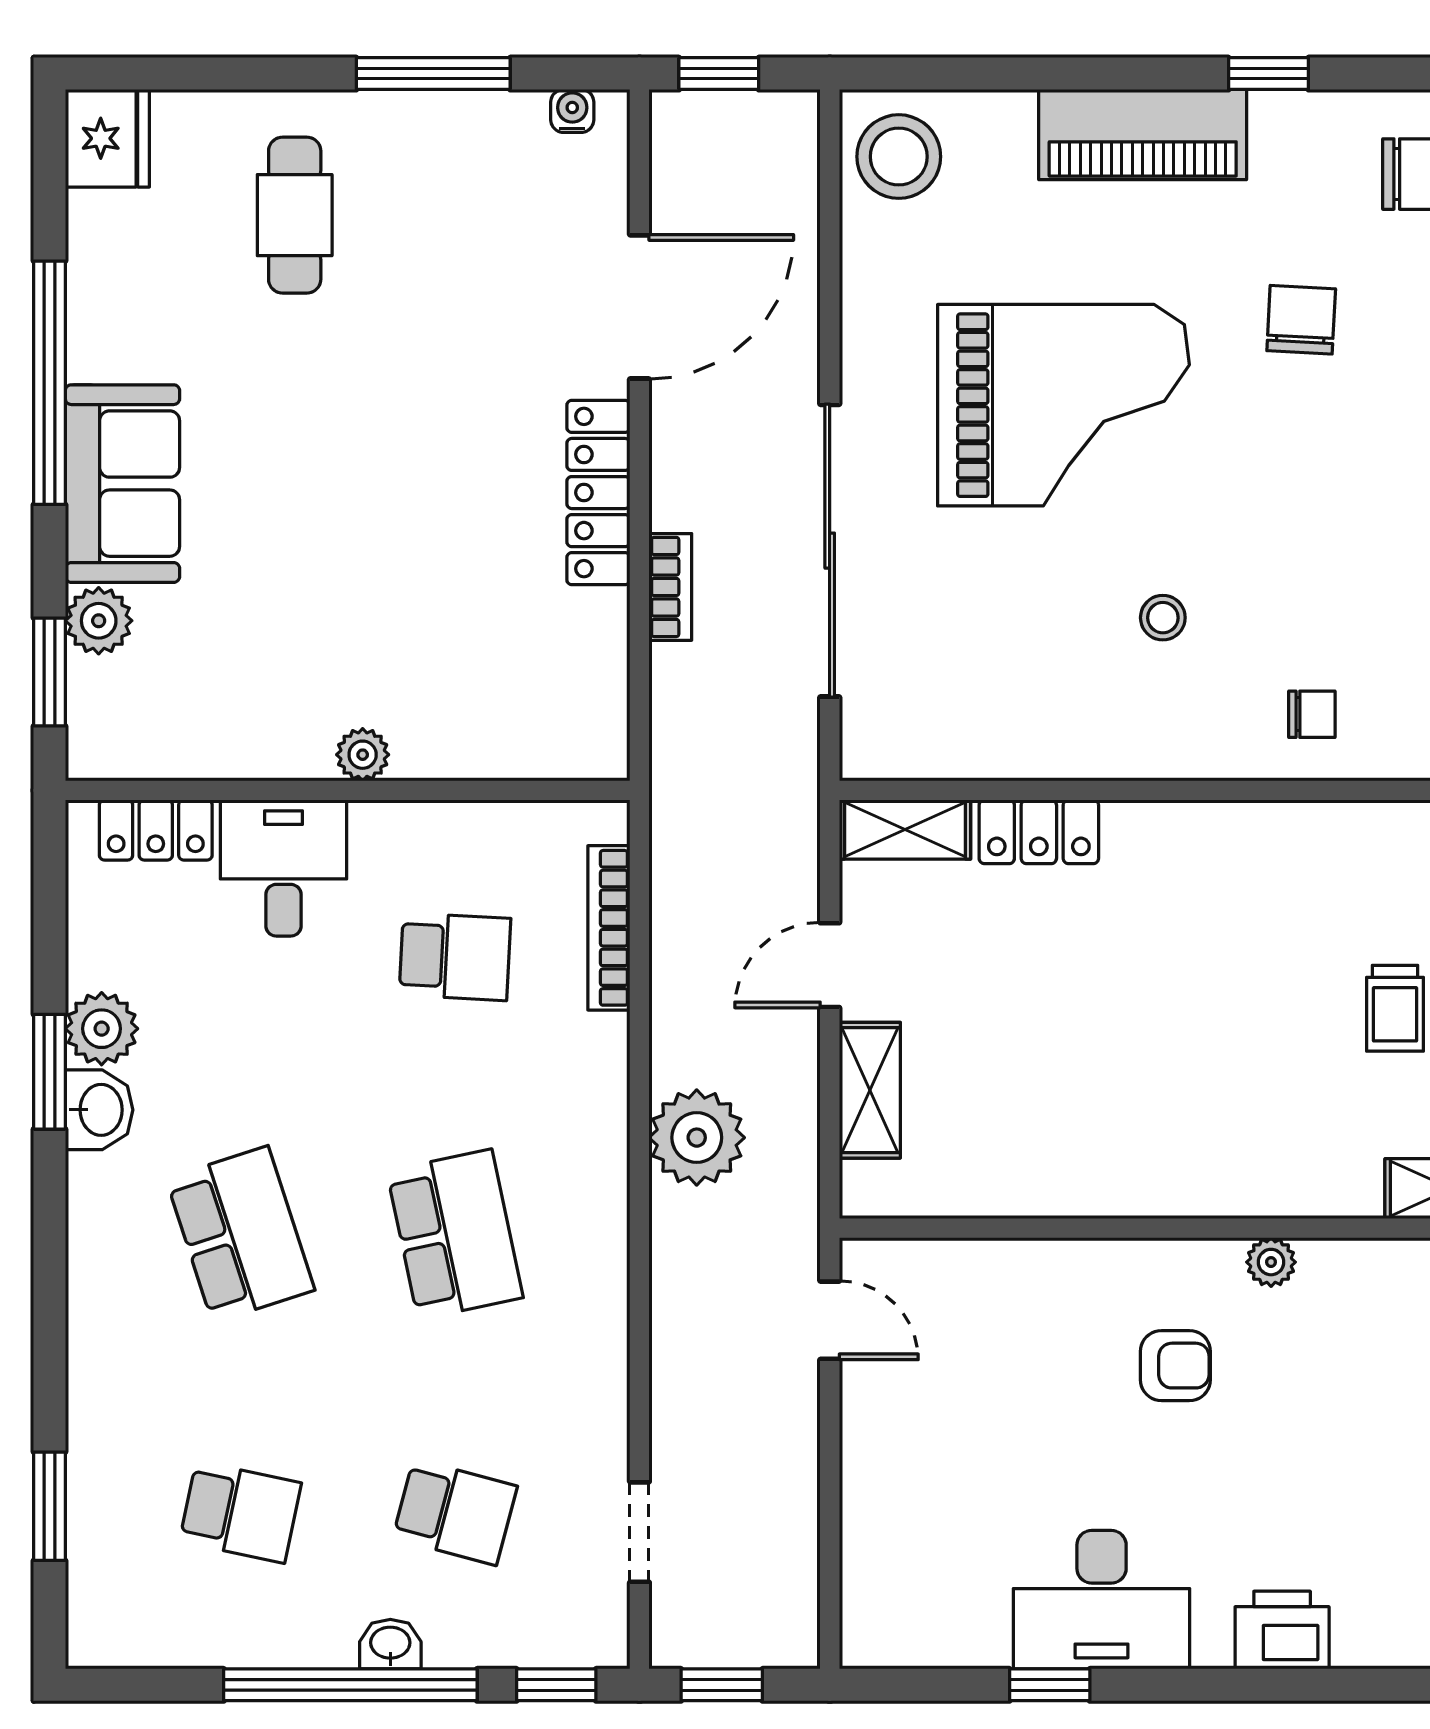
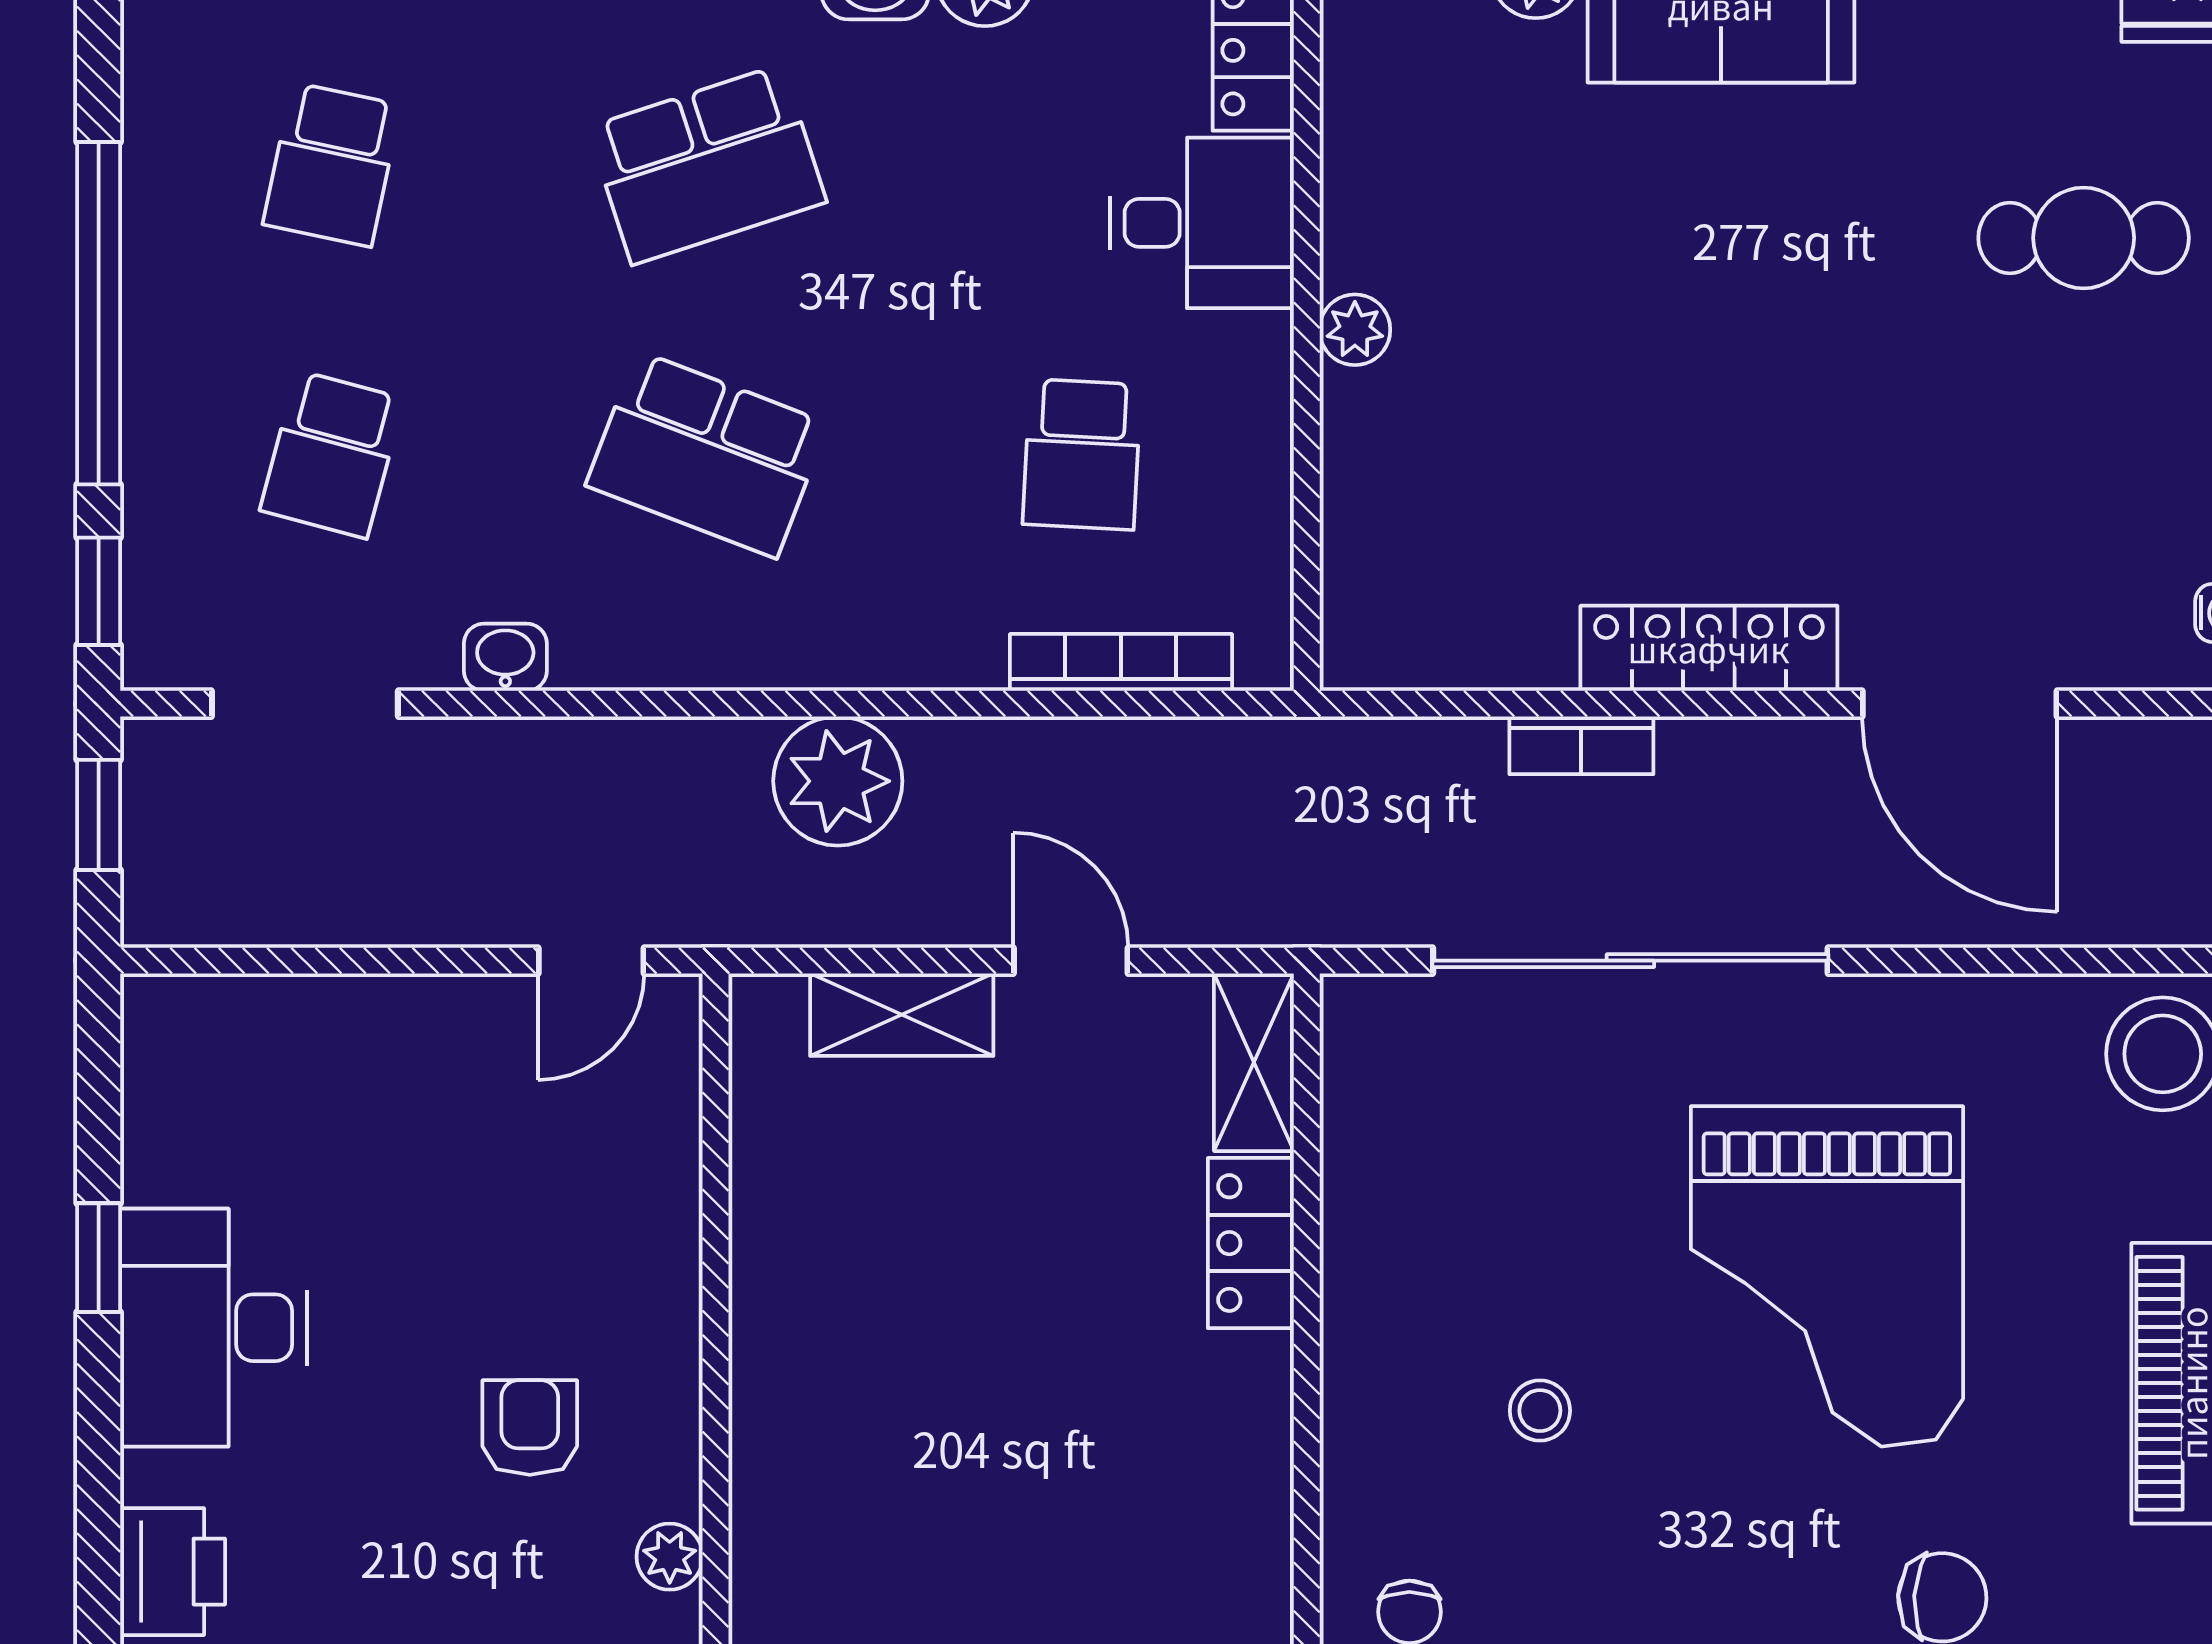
school desk: (455, 1234) -> (707, 454), turned 33
armchair: (1175, 1366) -> (530, 1428), turned 180
doorway: (639, 1532) -> (305, 704), width x1.38
washbasin: (390, 1644) -> (505, 657), moved, turned -90

